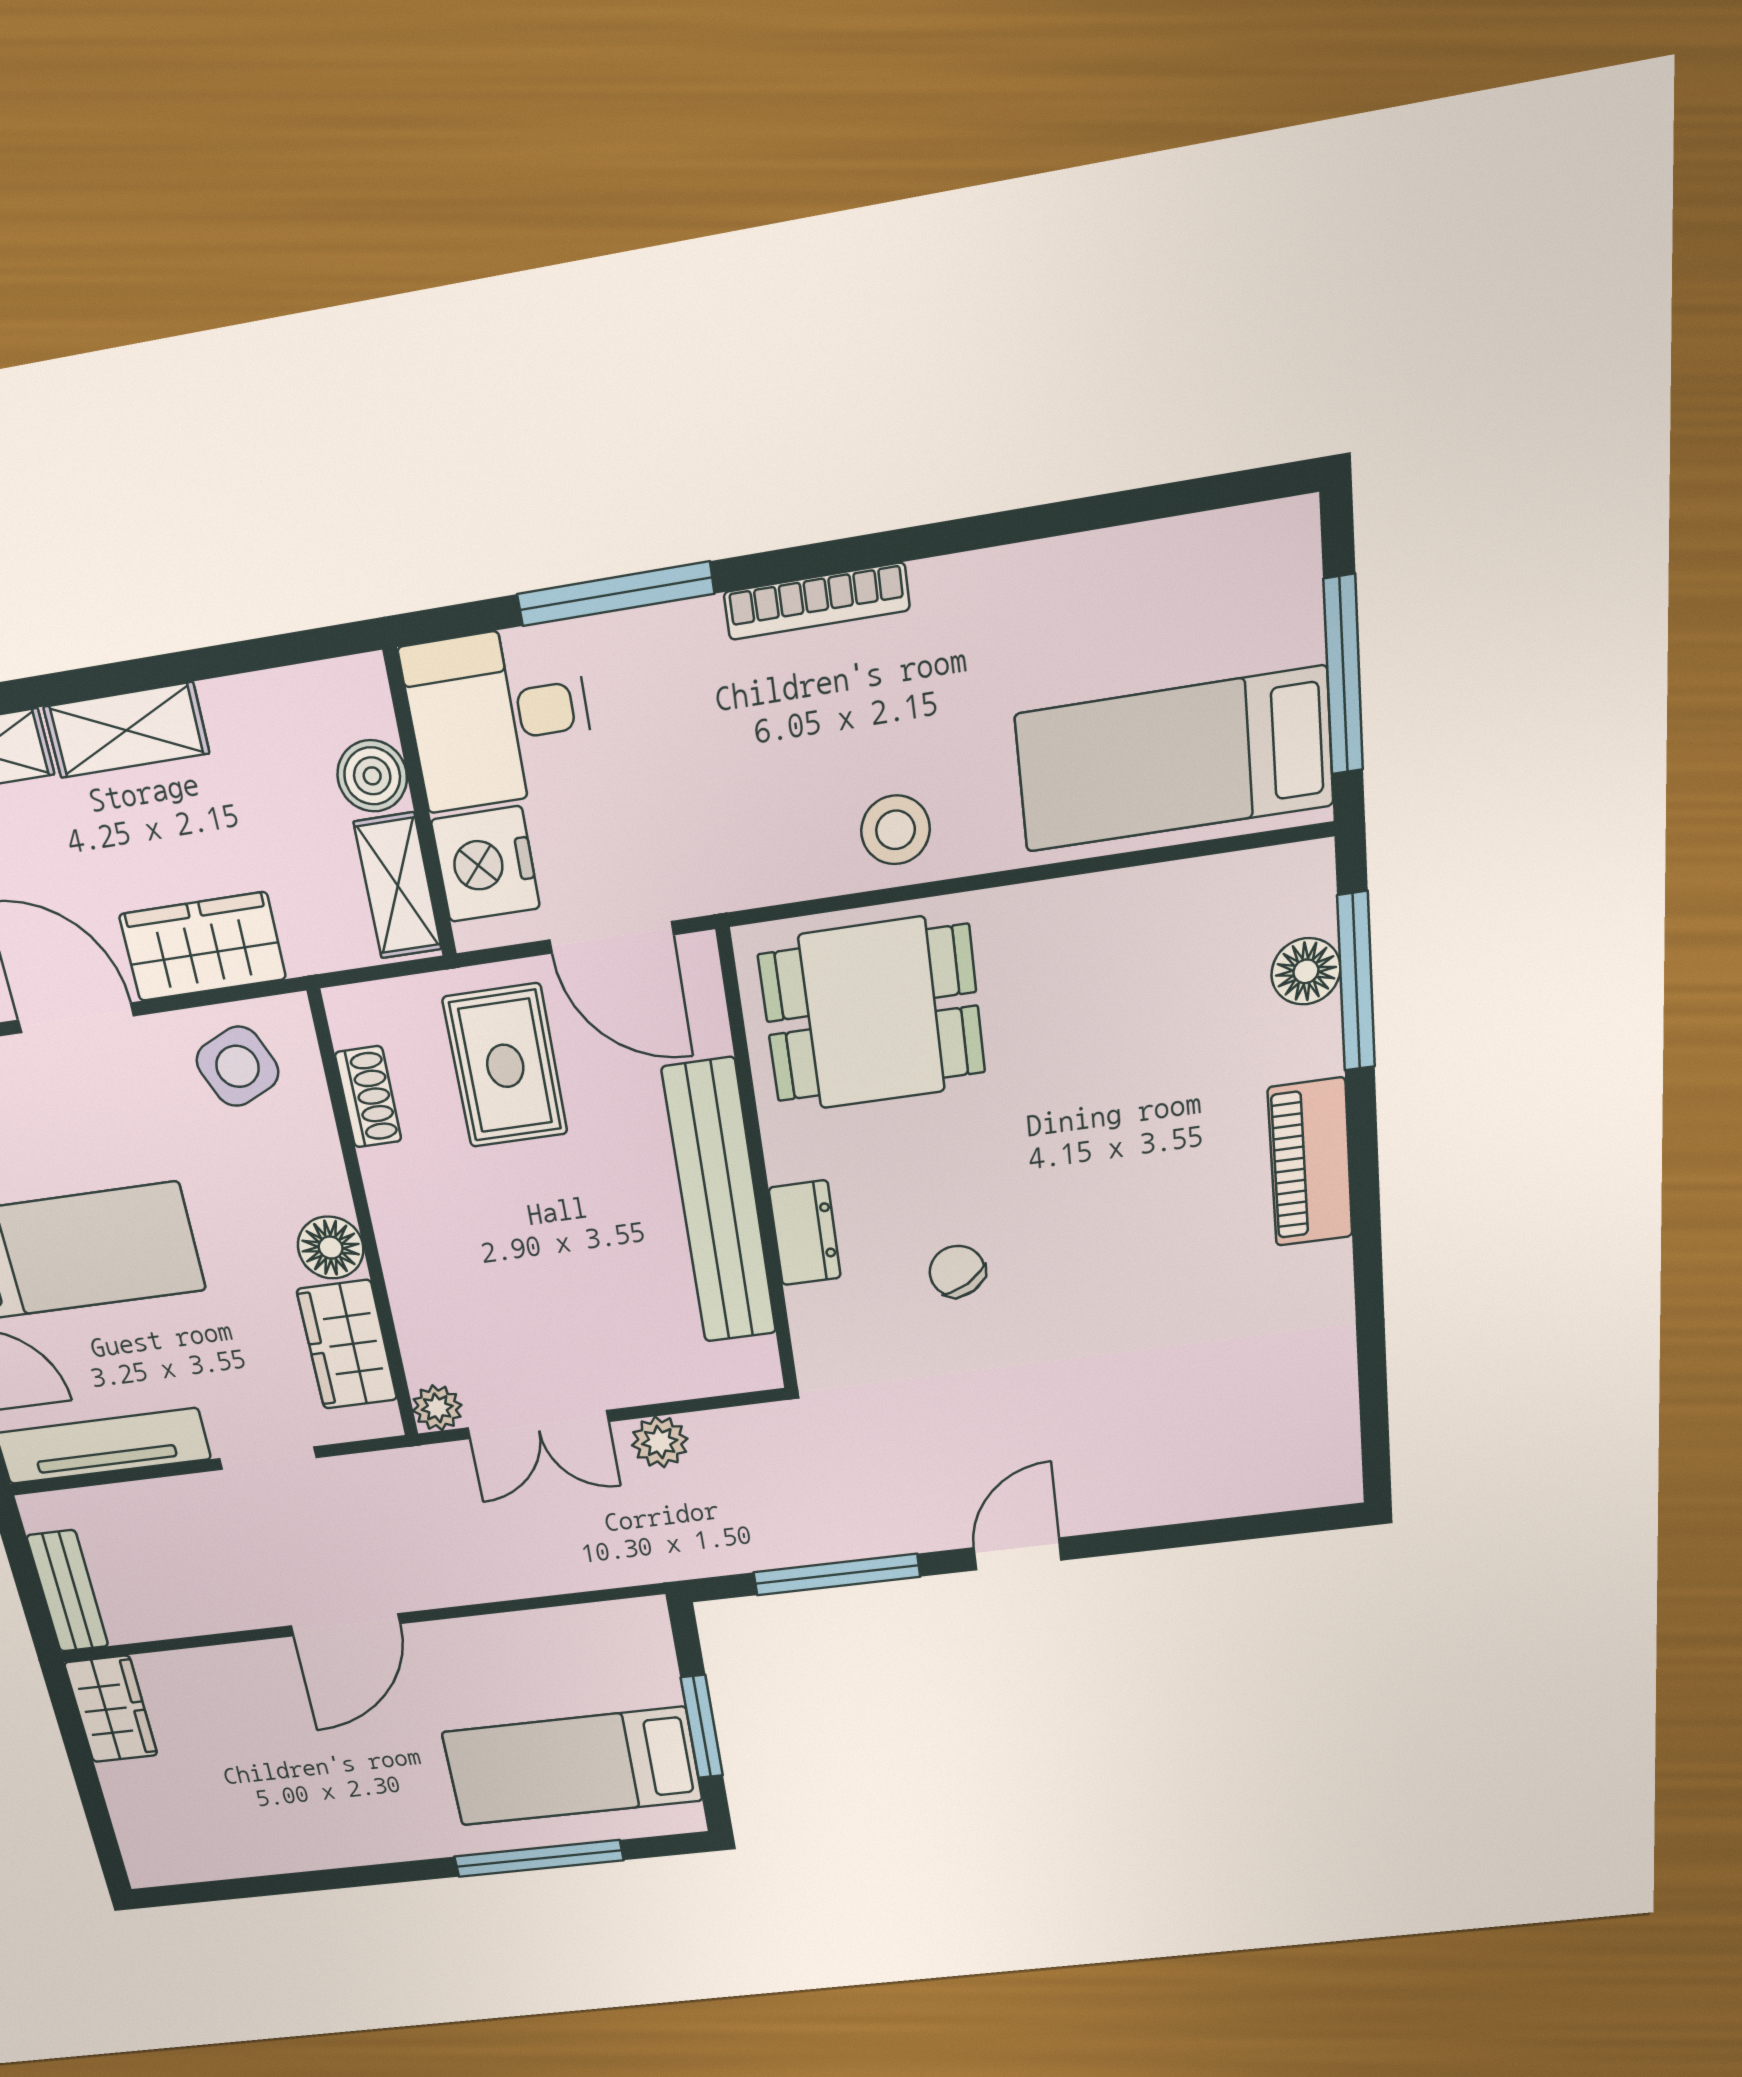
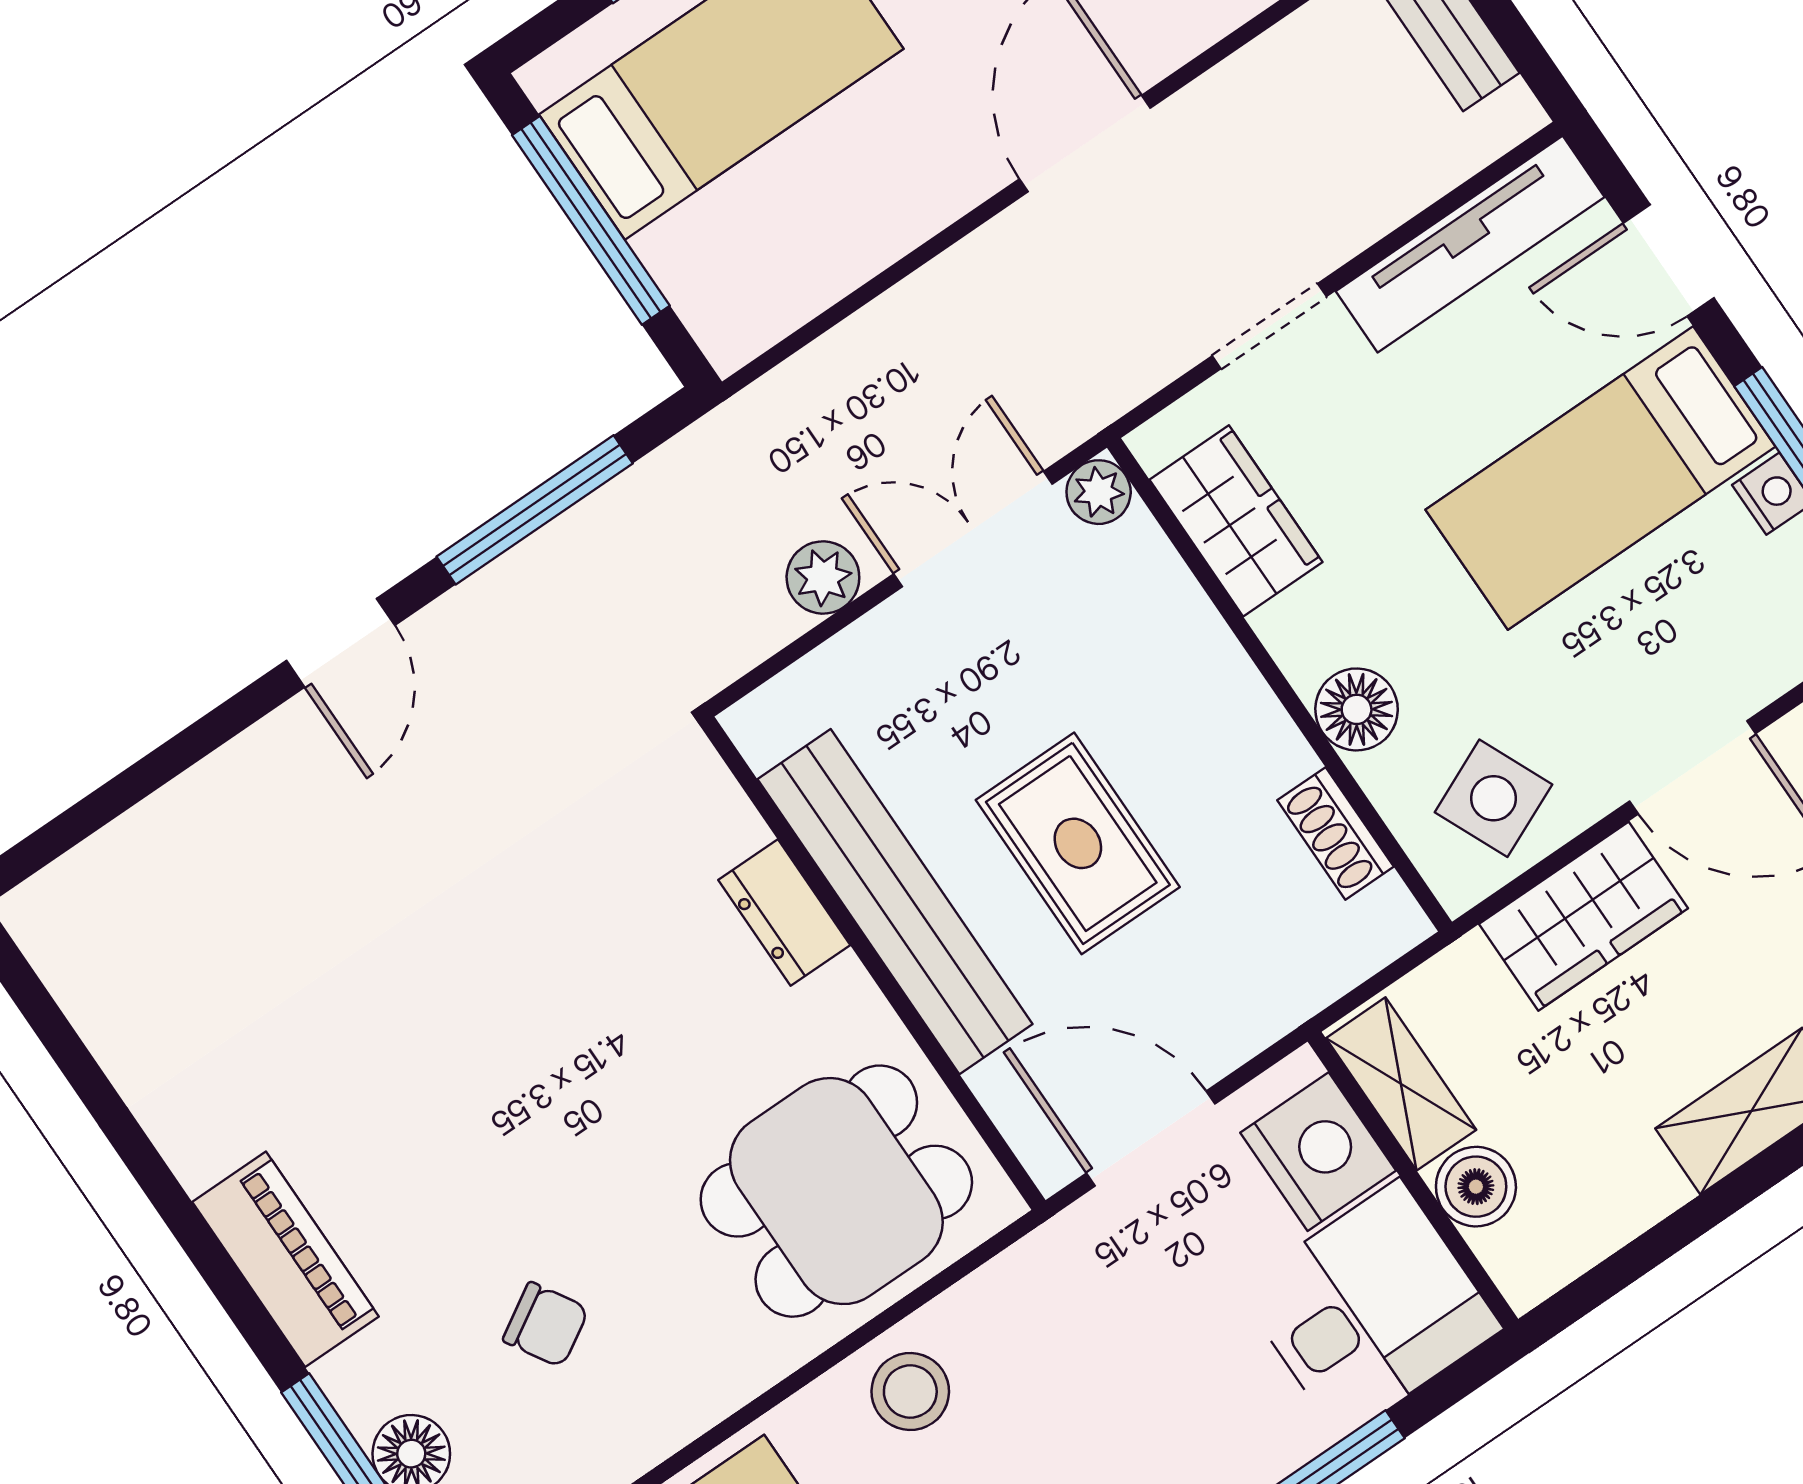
rug: (505, 1066) -> (1078, 843), moved
floor lamp: (331, 1248) -> (1357, 709), moved
chair: (957, 1271) -> (546, 1325), moved
window: (702, 1727) -> (591, 220), width x1.44

